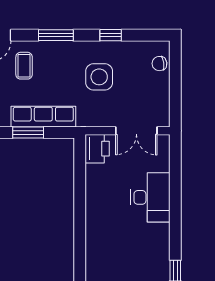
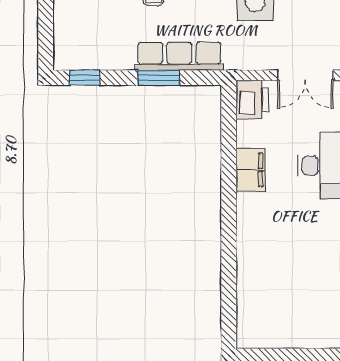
filing cabinet: (96, 200) -> (250, 170), added

